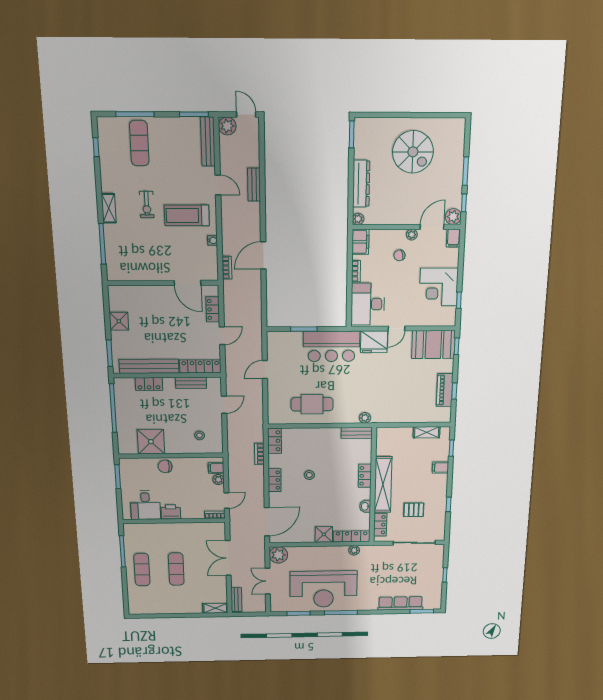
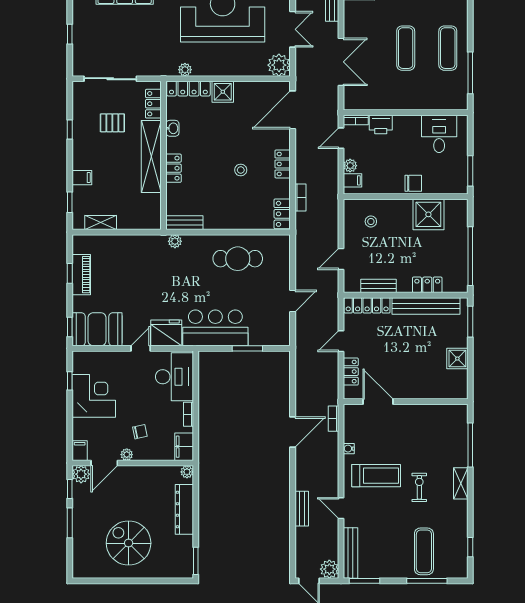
printer: (171, 512) -> (381, 125), moved

